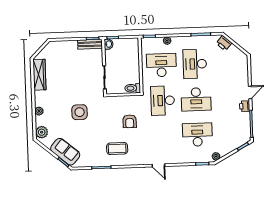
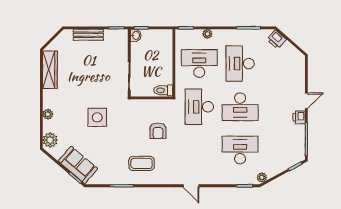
bench: (90, 44) -> (88, 35), moved

